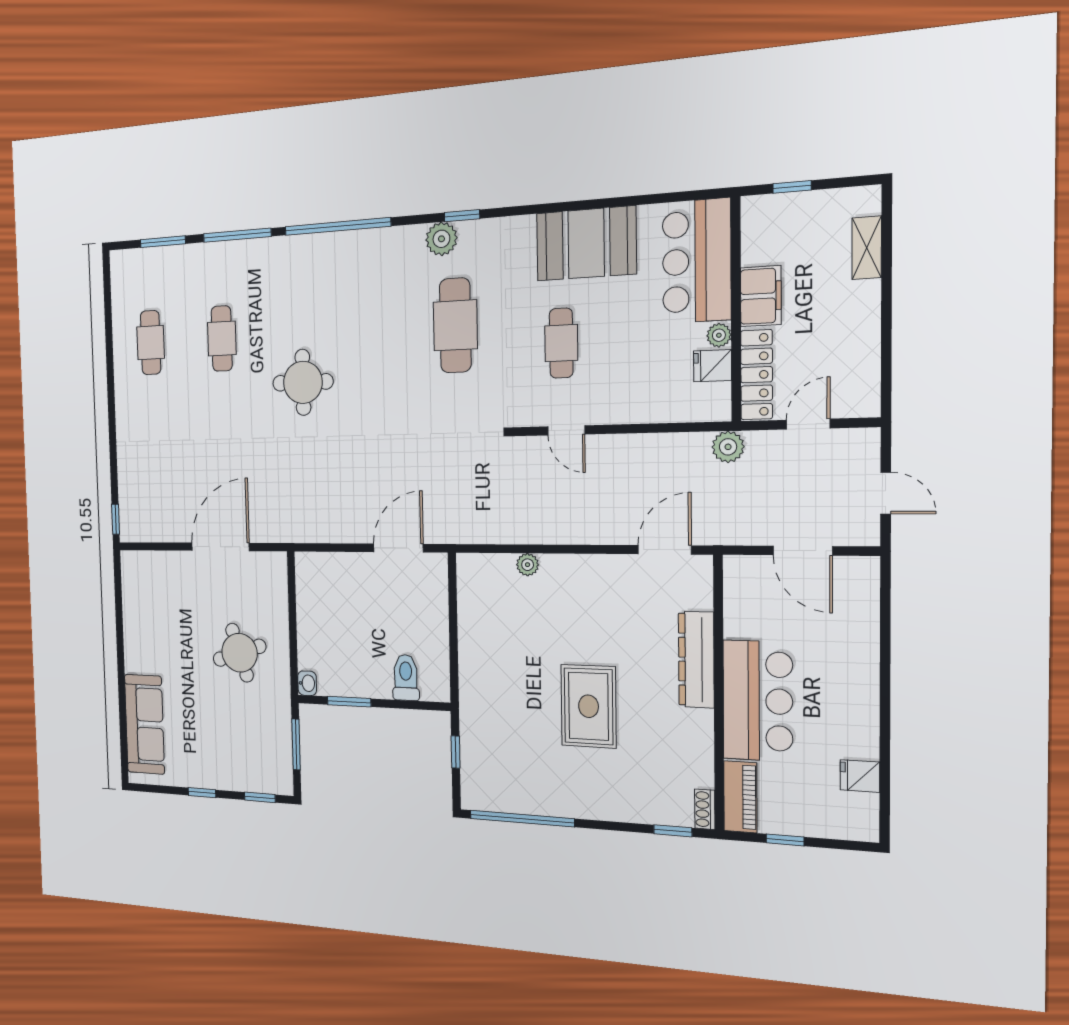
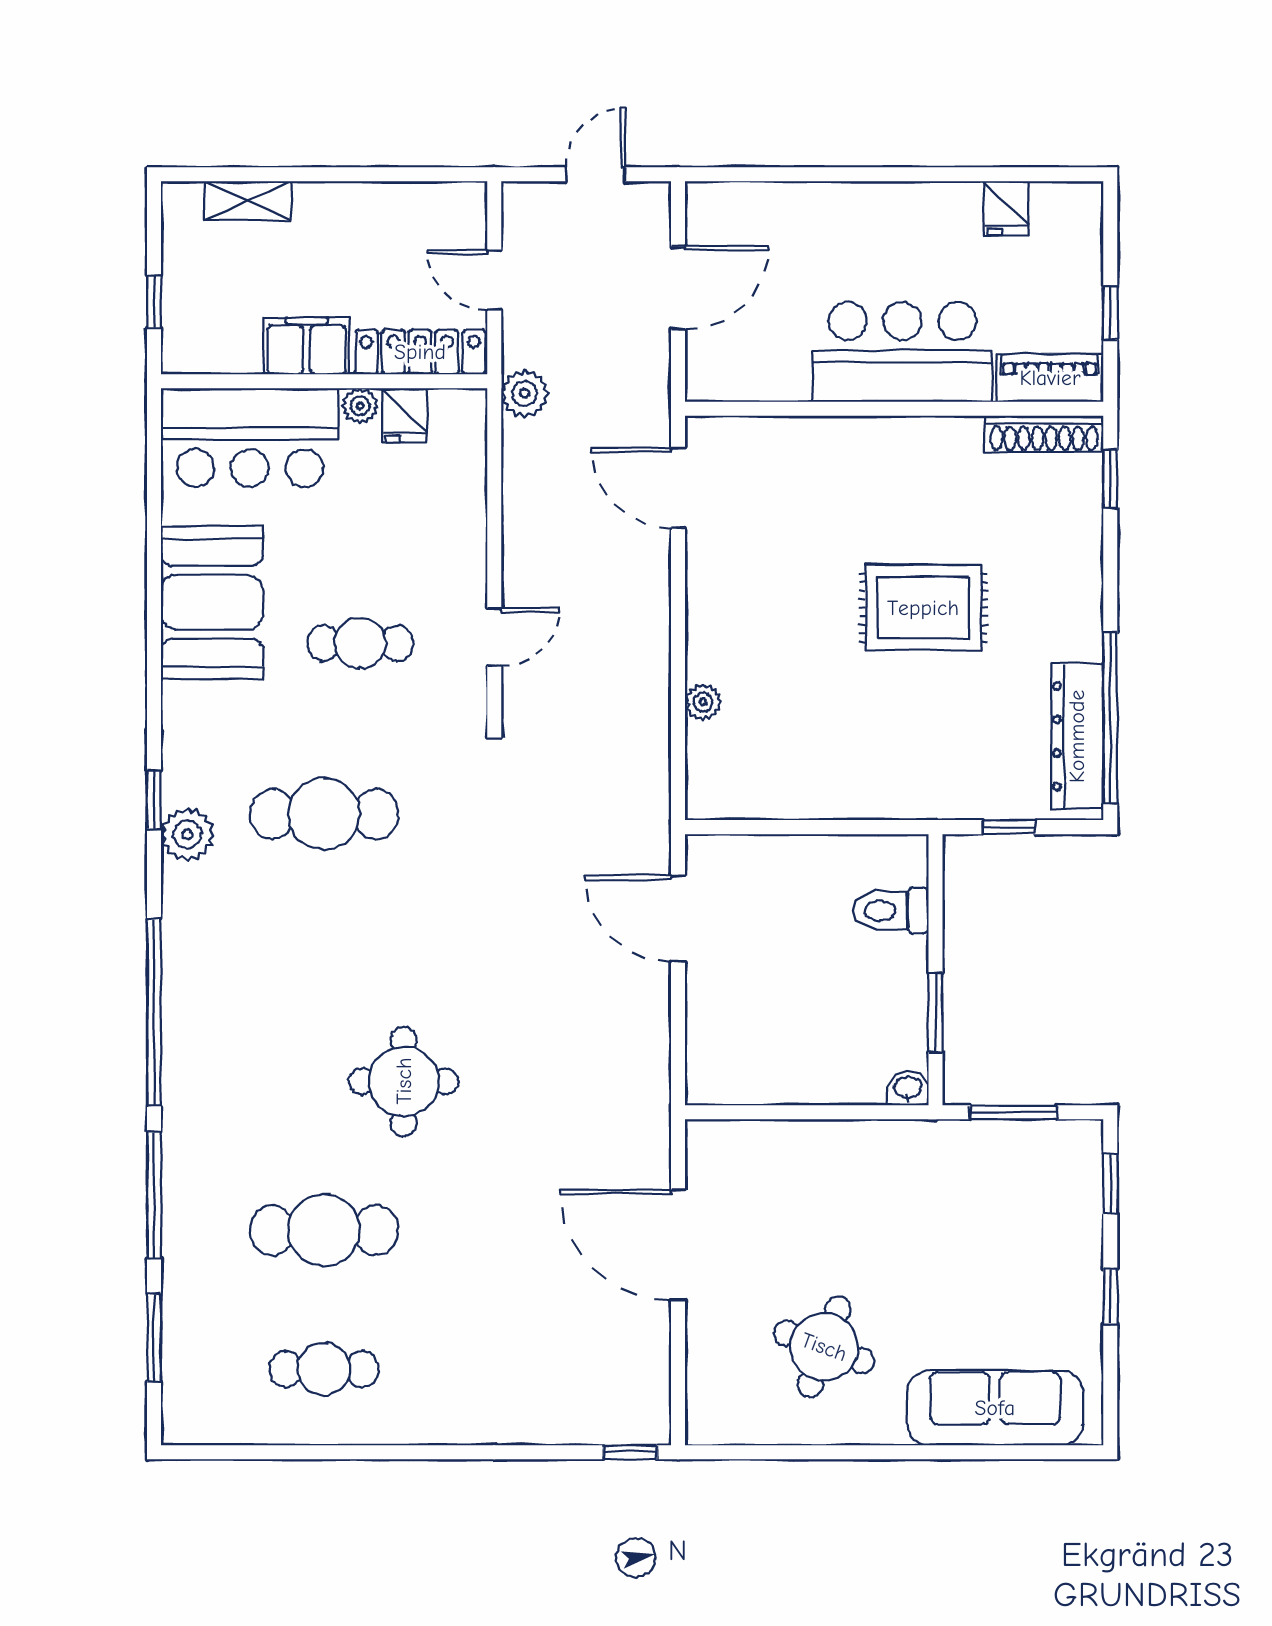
cafe table: (222, 339) -> (324, 1230), width x1.37, depth x1.35
round table: (240, 653) -> (824, 1347), moved, turned 38
dresser: (696, 660) -> (1077, 736), moved, turned 90
shoe rack: (705, 809) -> (1044, 434), width x1.94, depth x1.24

